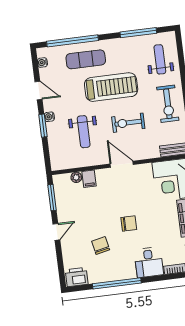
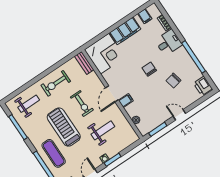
weight bench: (160, 59) -> (29, 104), turned 180
exercise bike: (168, 104) -> (56, 83), turned 180
filing cabinet: (89, 179) -> (126, 101), moved

